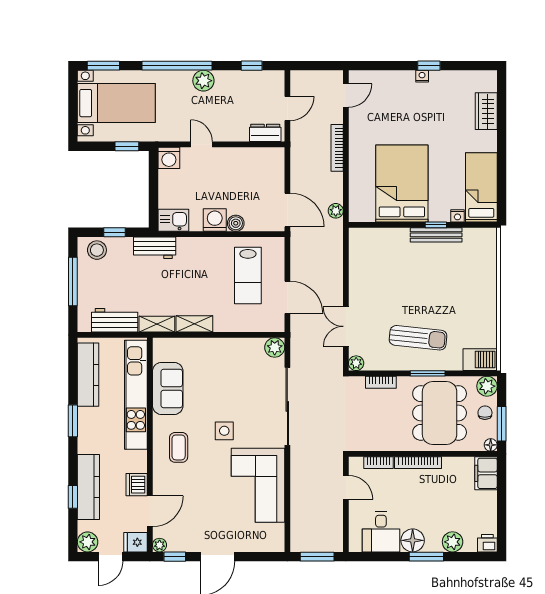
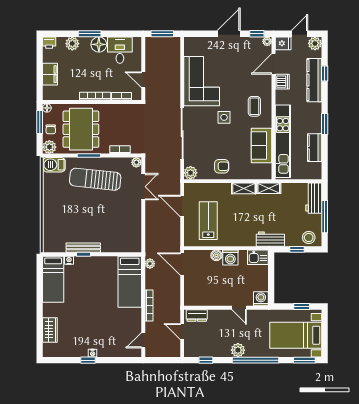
door: (287, 109) -> (182, 332), hinge flipped
window: (127, 146) -> (302, 307), moved
bed: (402, 184) -> (130, 282), moved, width x0.67
workbench: (115, 320) -> (314, 198), moved, turned 90
sun lounger: (418, 338) -> (95, 179), width x1.36, depth x1.34
armchair: (228, 357) -> (222, 166), added
kitchen counter: (88, 375) -> (315, 148), width x0.67
filing cabinet: (486, 473) -> (50, 74), moved

